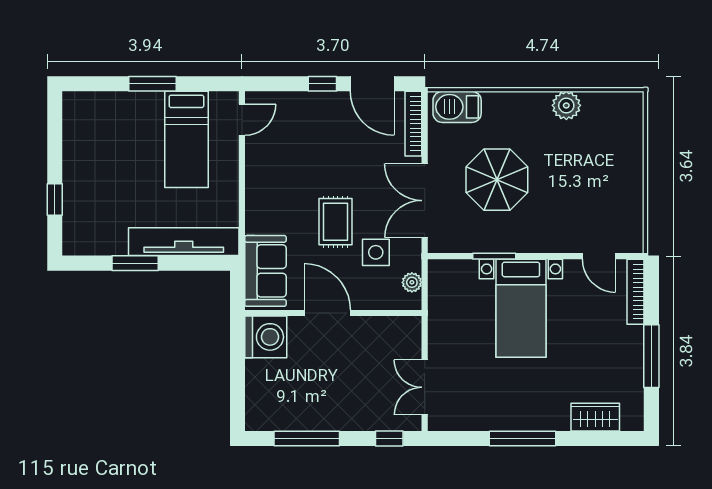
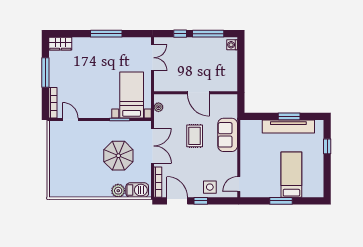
plant: (566, 105) -> (118, 191), moved
bed: (186, 139) -> (291, 175), moved
tv unit: (184, 242) -> (288, 126), moved
side table: (376, 252) -> (210, 187), moved
sofa: (265, 271) -> (228, 135), moved
bed with nightstands: (521, 308) -> (132, 95), moved
washing machine: (266, 337) -> (232, 45), moved, width x0.53, depth x0.53
wardrobe: (595, 417) -> (60, 44), moved
window: (389, 438) -> (180, 34), moved

